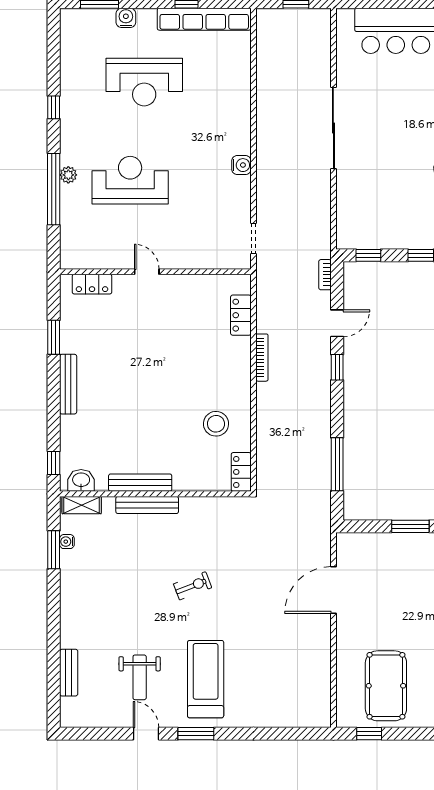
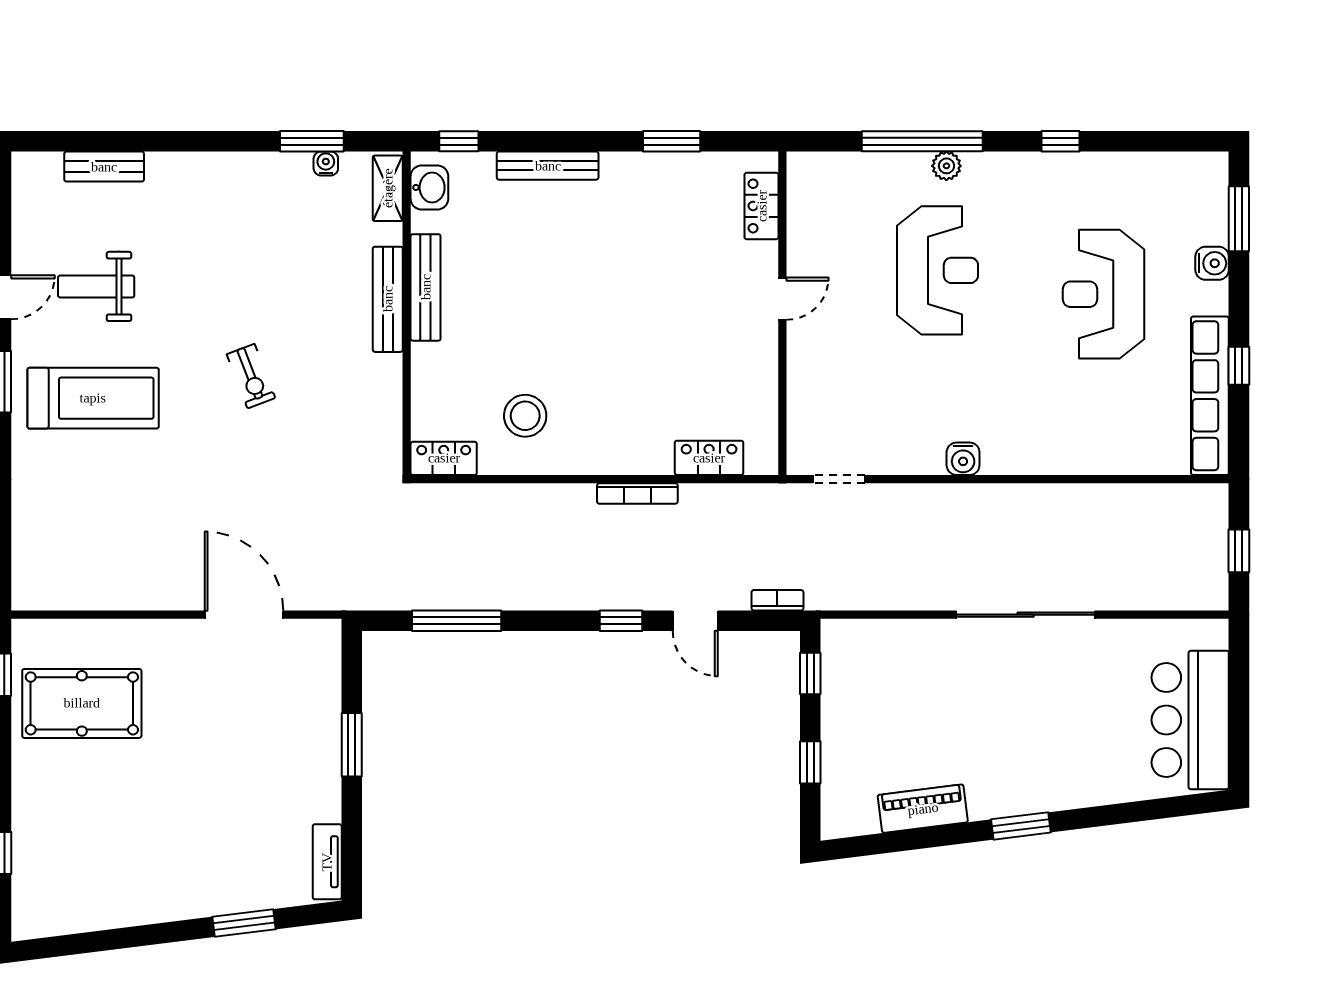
bench: (68, 384) -> (548, 166), moved

